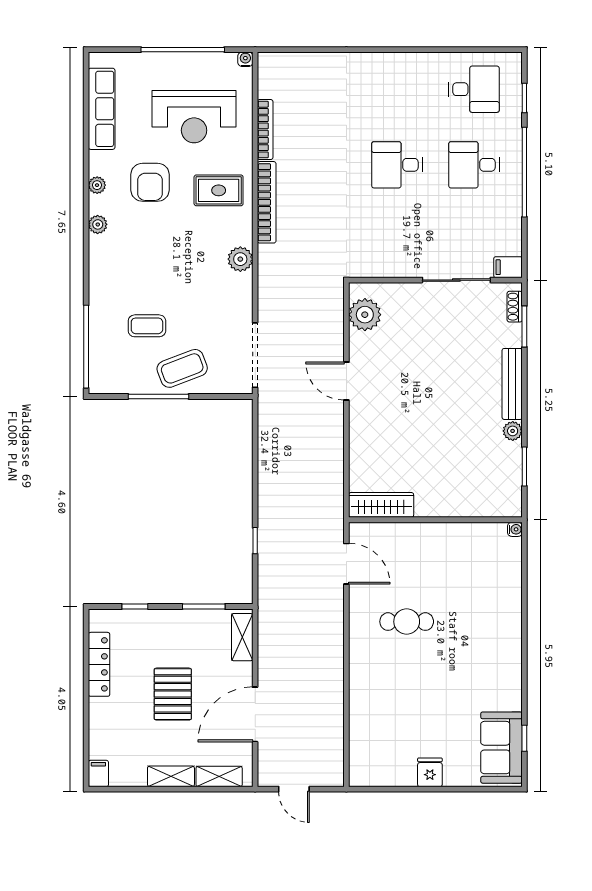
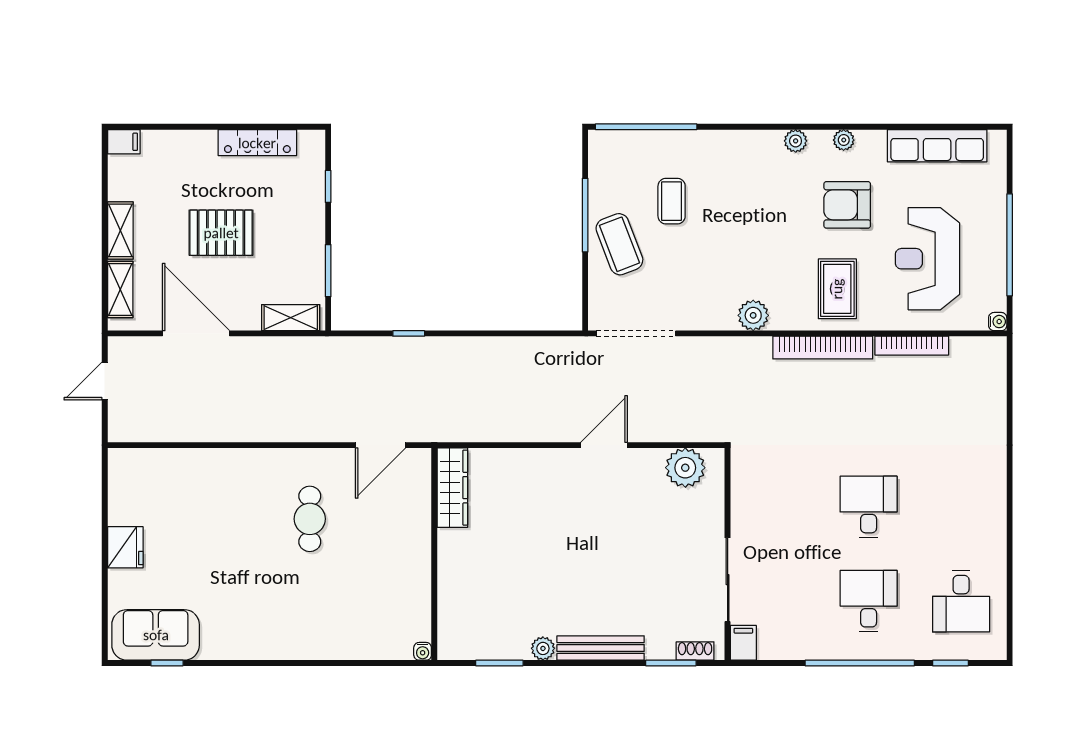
fridge: (430, 772) -> (125, 547), width x1.38

